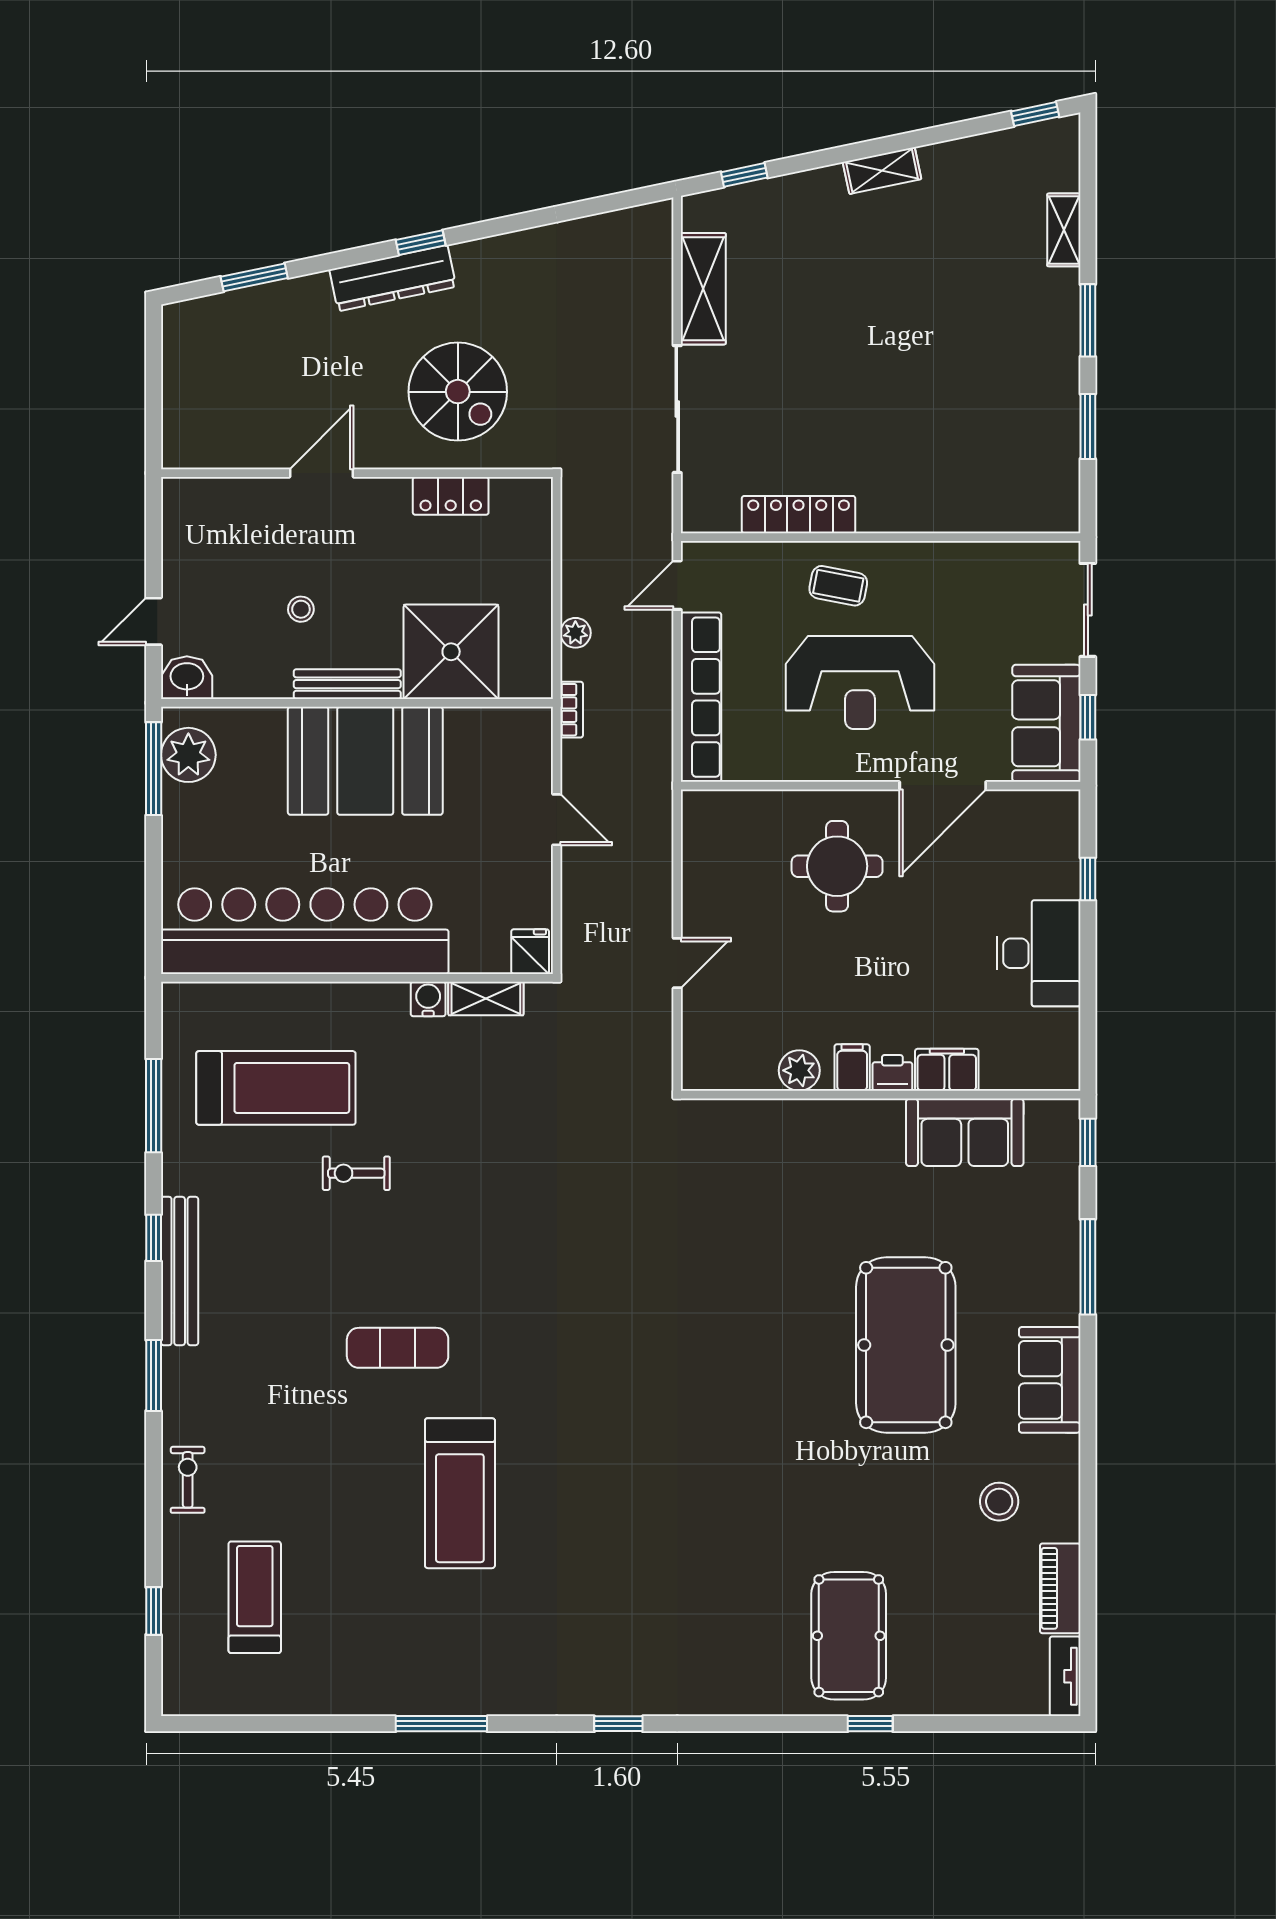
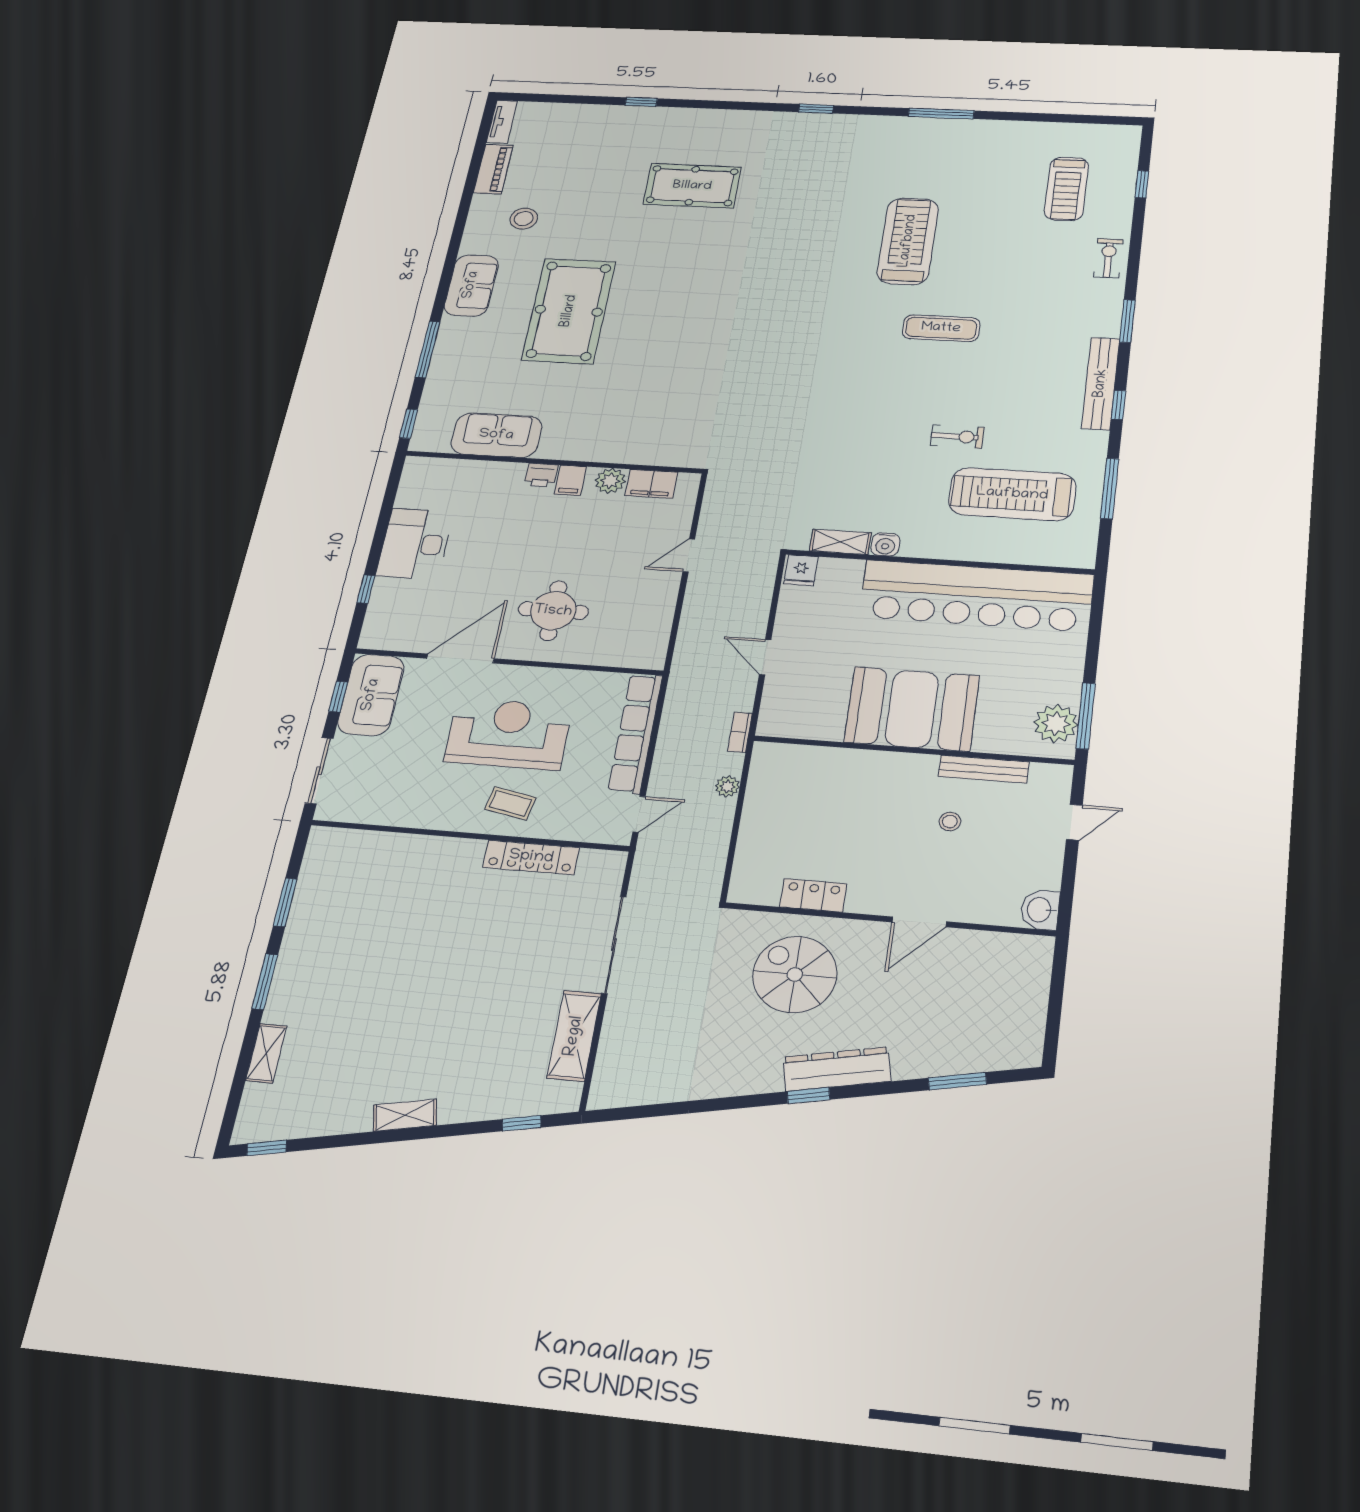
shower: (451, 652) -> (831, 781), removed
washbasin: (187, 678) -> (1040, 910), moved, turned 90
bench: (347, 684) -> (984, 769), moved
filing cabinet: (947, 1070) -> (651, 484), moved
exercise bike: (188, 1480) -> (1108, 258), turned 180
pool table: (849, 1636) -> (692, 186), moved, turned 90

